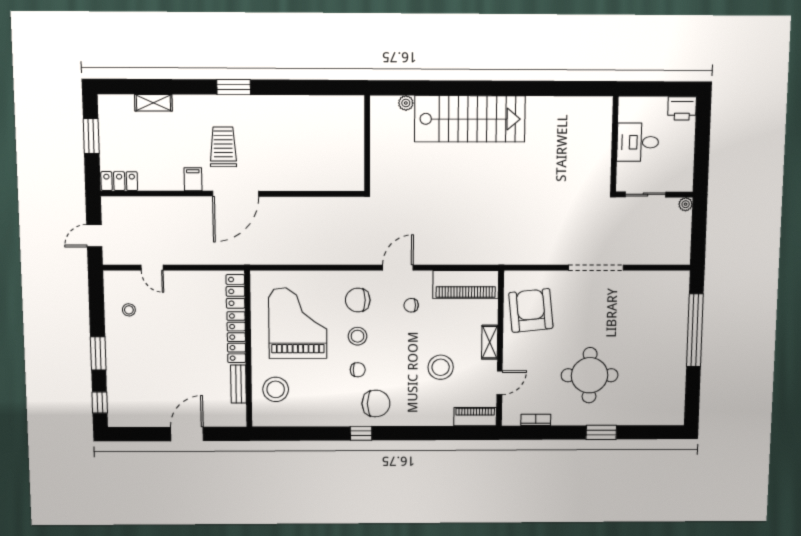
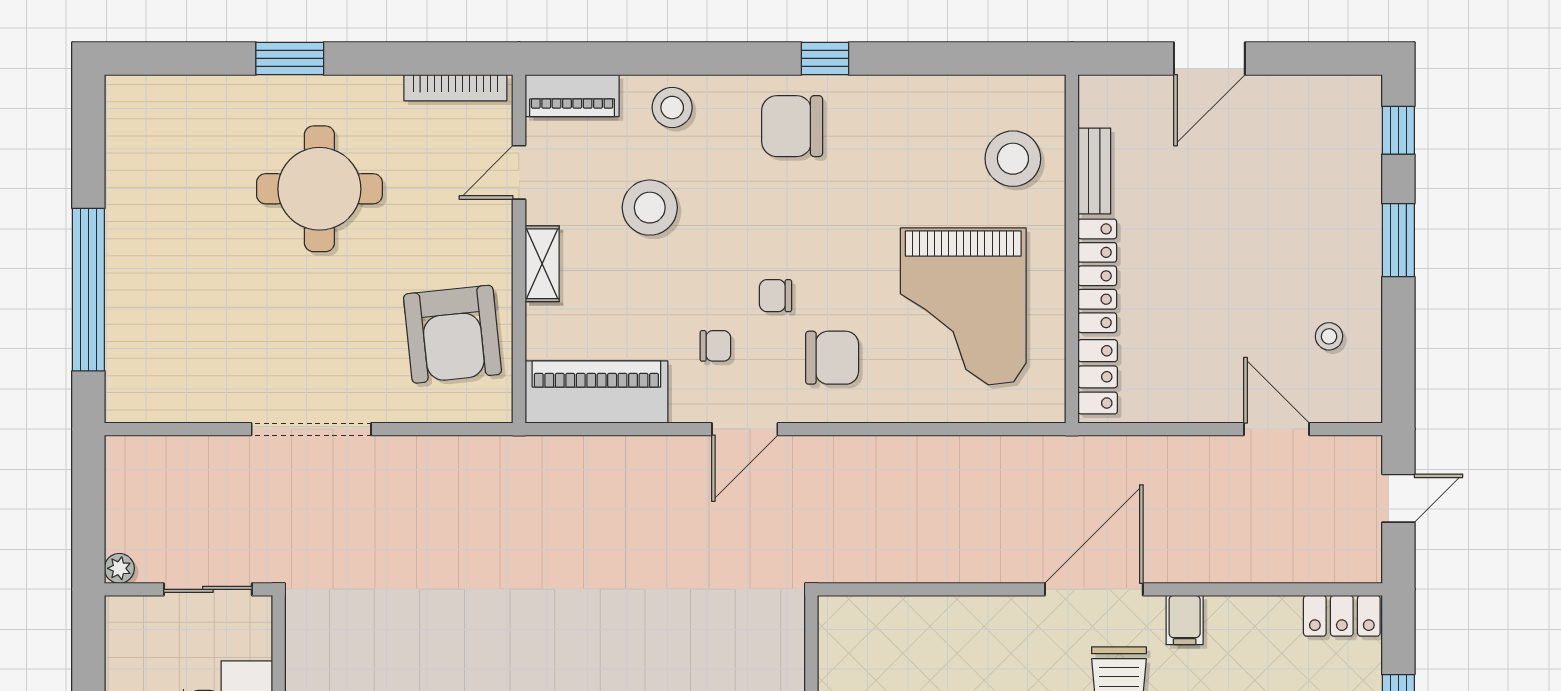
door: (152, 268) -> (1277, 429), width x1.38
stool: (358, 336) -> (672, 108), moved
chair: (358, 370) -> (775, 296), moved
bookcase: (536, 420) -> (455, 88), width x1.56

